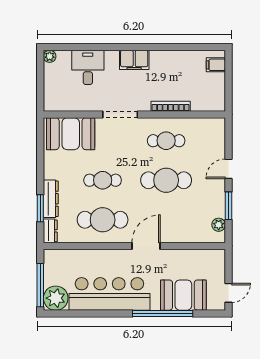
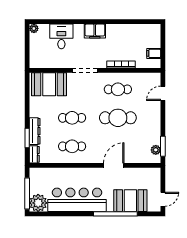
filing cabinet: (216, 65) -> (154, 53), moved
door: (228, 169) -> (163, 93), moved
window: (228, 206) -> (163, 146), moved
cafe table: (103, 220) -> (72, 146), width x0.73, depth x0.74
door: (146, 246) -> (114, 165), moved

